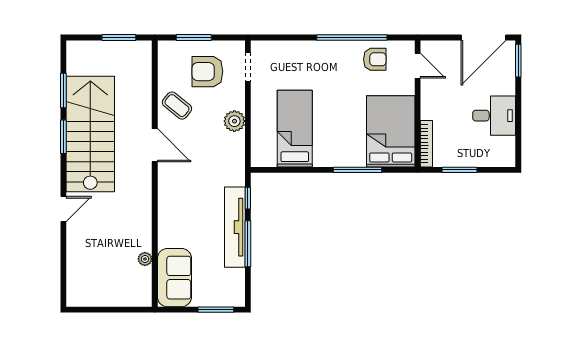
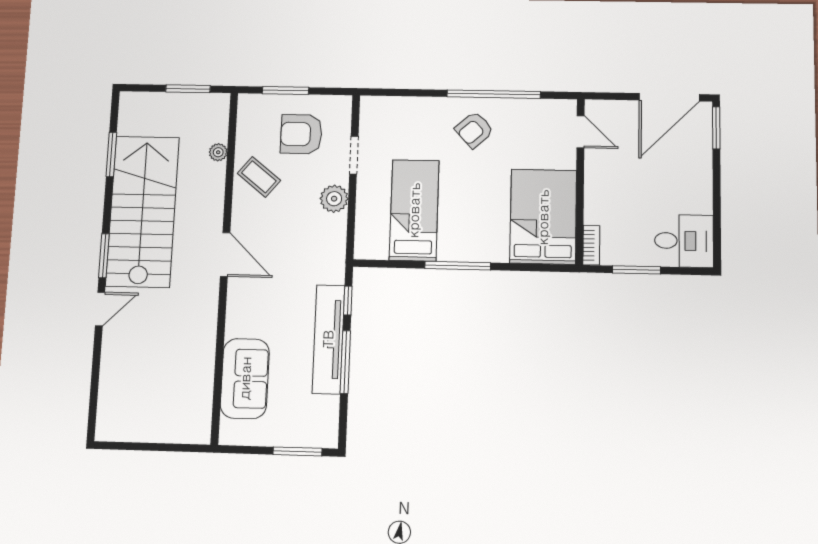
armchair: (375, 59) -> (474, 130), moved, turned 138
doorway: (248, 67) -> (354, 155), moved
desk: (494, 116) -> (684, 241), moved
window: (63, 137) -> (104, 256), moved
bookcase: (426, 144) -> (591, 245), width x0.64
door: (155, 145) -> (225, 255), moved
window: (358, 170) -> (458, 266), moved
plant: (145, 259) -> (218, 152), moved
sofa: (174, 278) -> (245, 378), moved

